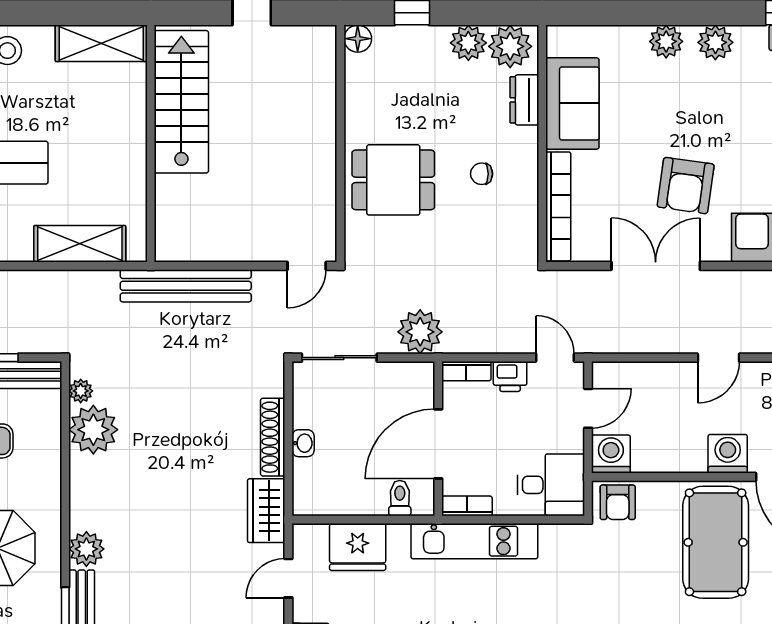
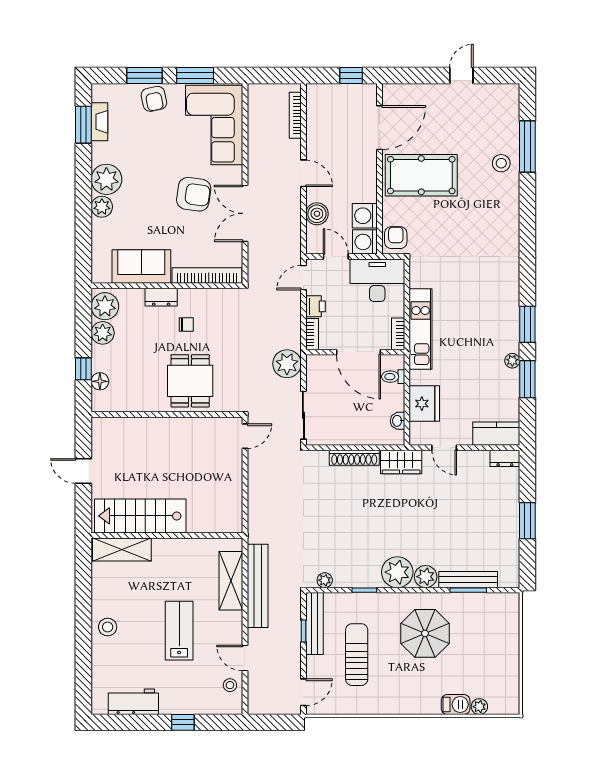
floor lamp: (358, 39) -> (100, 381), moved
plant: (715, 42) -> (106, 179), width x1.36, depth x1.36
shelving: (101, 43) -> (122, 550), moved, turned 90
dresser: (524, 100) -> (161, 297), moved
chair: (482, 174) -> (186, 324), turned -90
door: (307, 266) -> (245, 436), hinge flipped
bench: (186, 286) -> (258, 586), moved
boiler: (655, 379) -> (317, 214), added
plant: (93, 430) -> (397, 572), moved
washbasin: (303, 443) -> (398, 421), moved, turned -90
window: (65, 453) -> (364, 590), added
washing machine: (728, 454) -> (365, 216), moved
desk: (551, 485) -> (377, 280), width x1.37
armchair: (618, 502) -> (396, 238), turned -90

